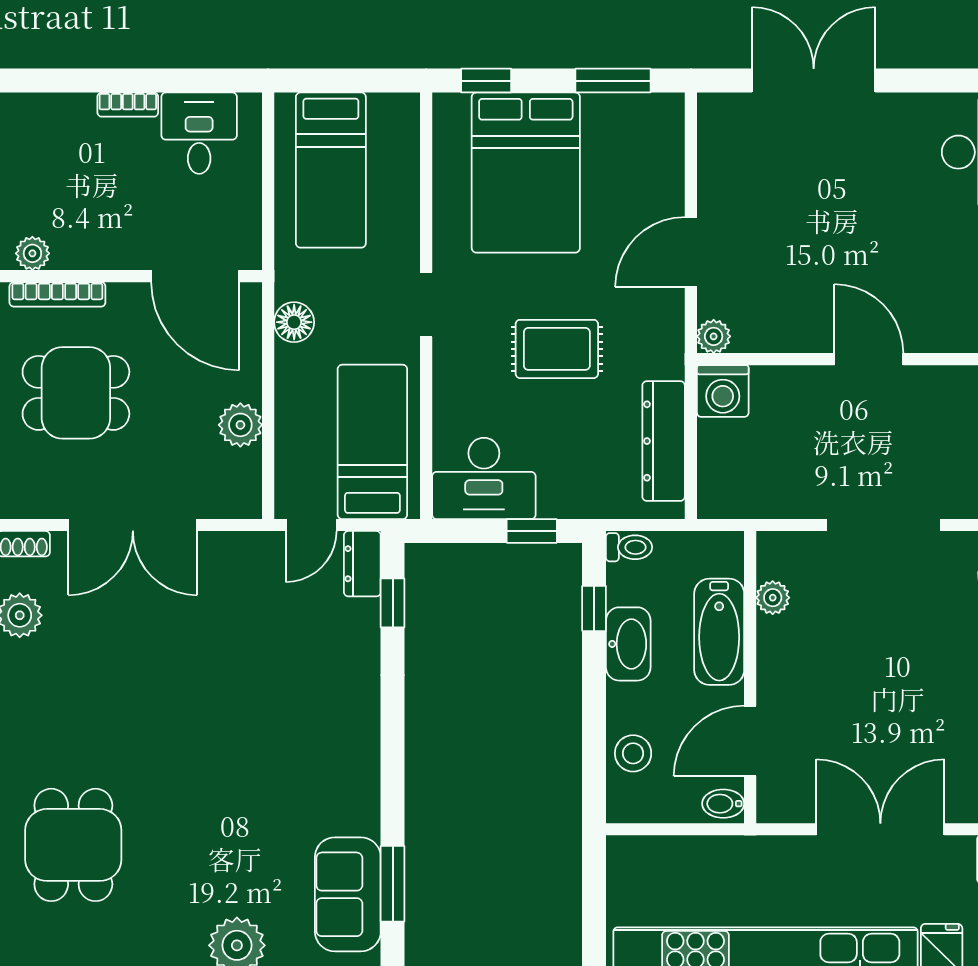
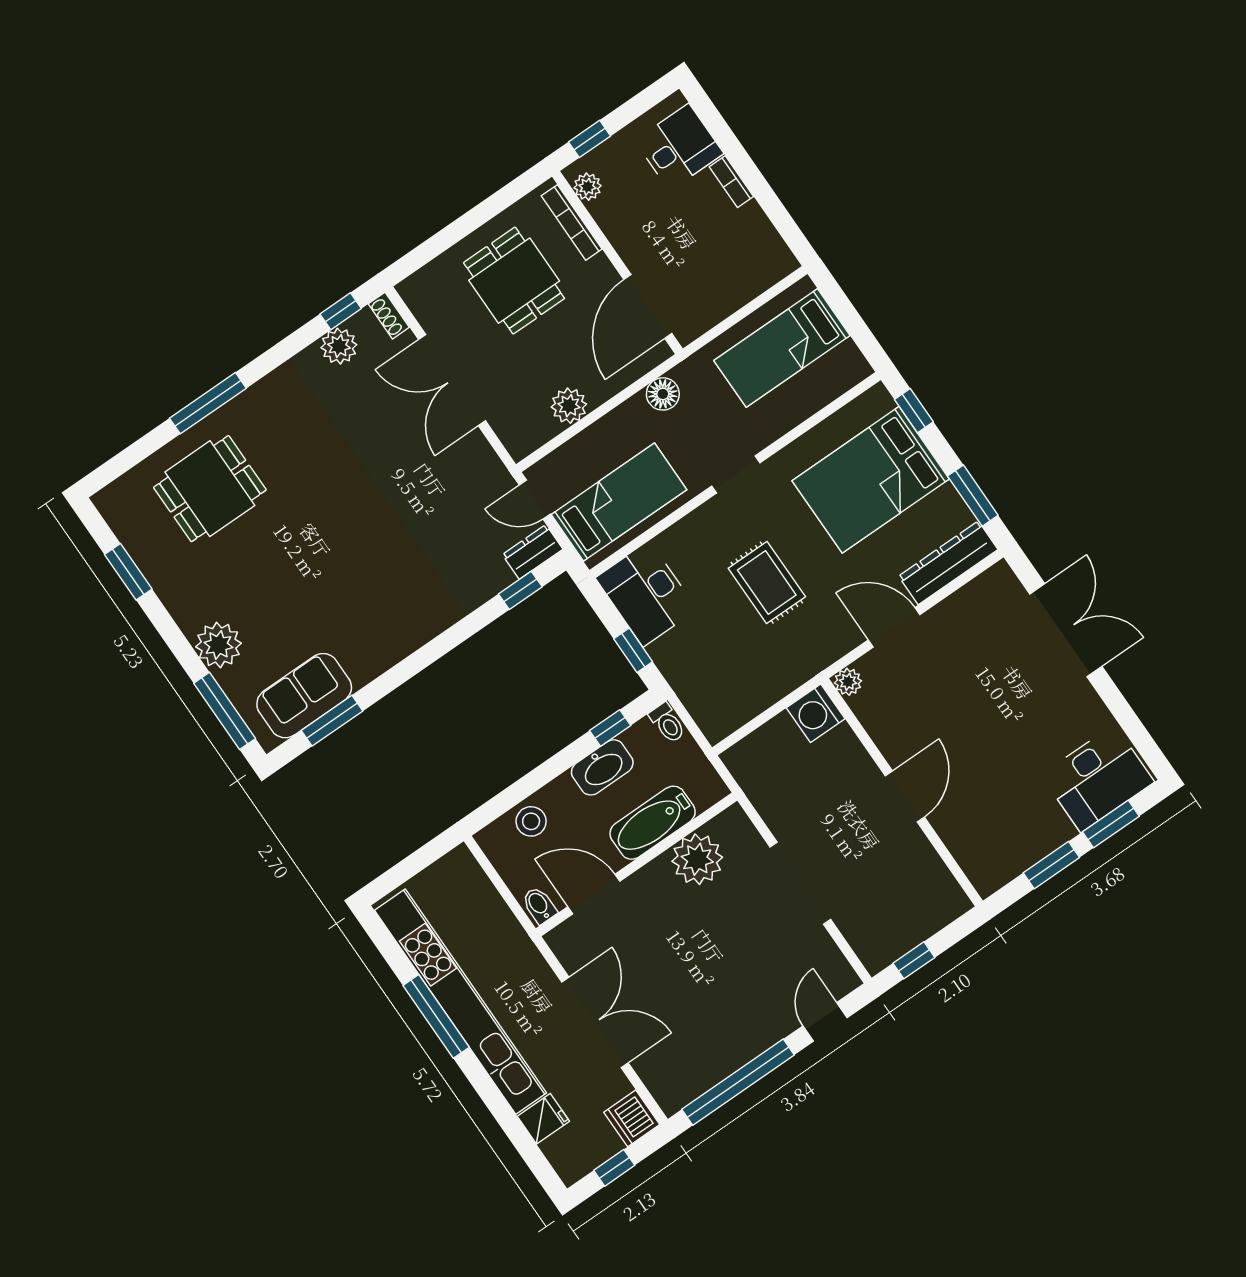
desk: (199, 133) -> (679, 147), moved
dresser: (664, 441) -> (948, 563), moved
plant: (773, 598) -> (697, 859), width x1.87, depth x1.87

